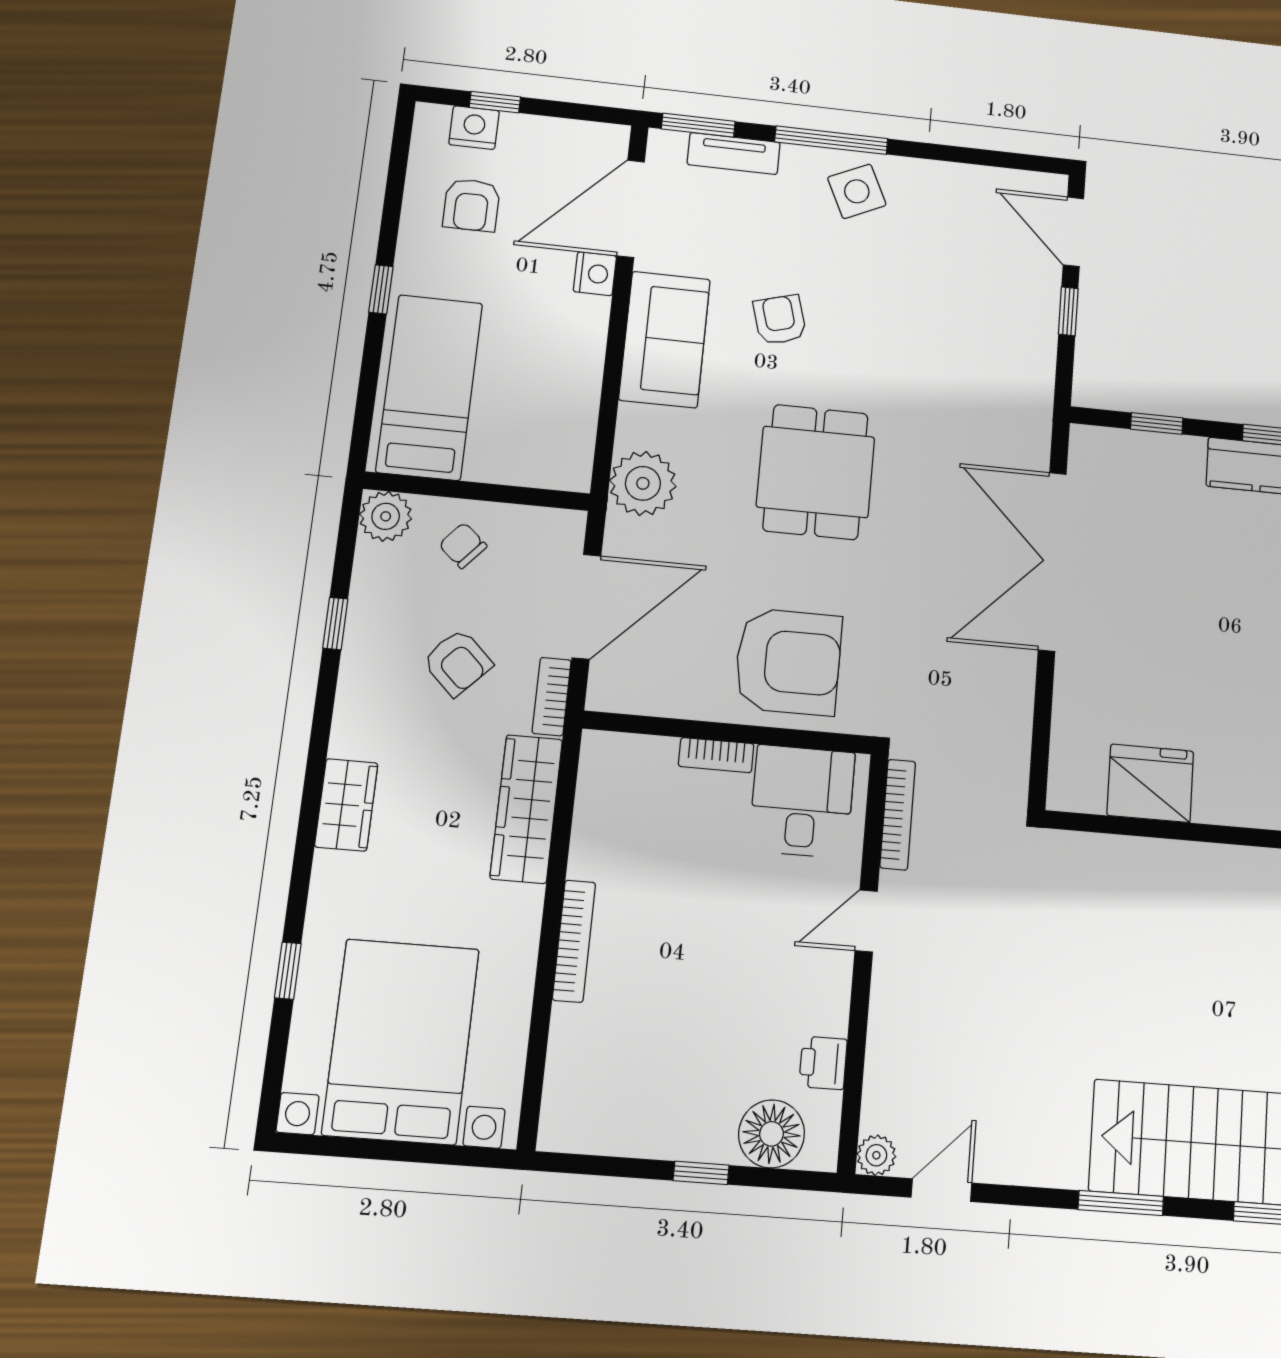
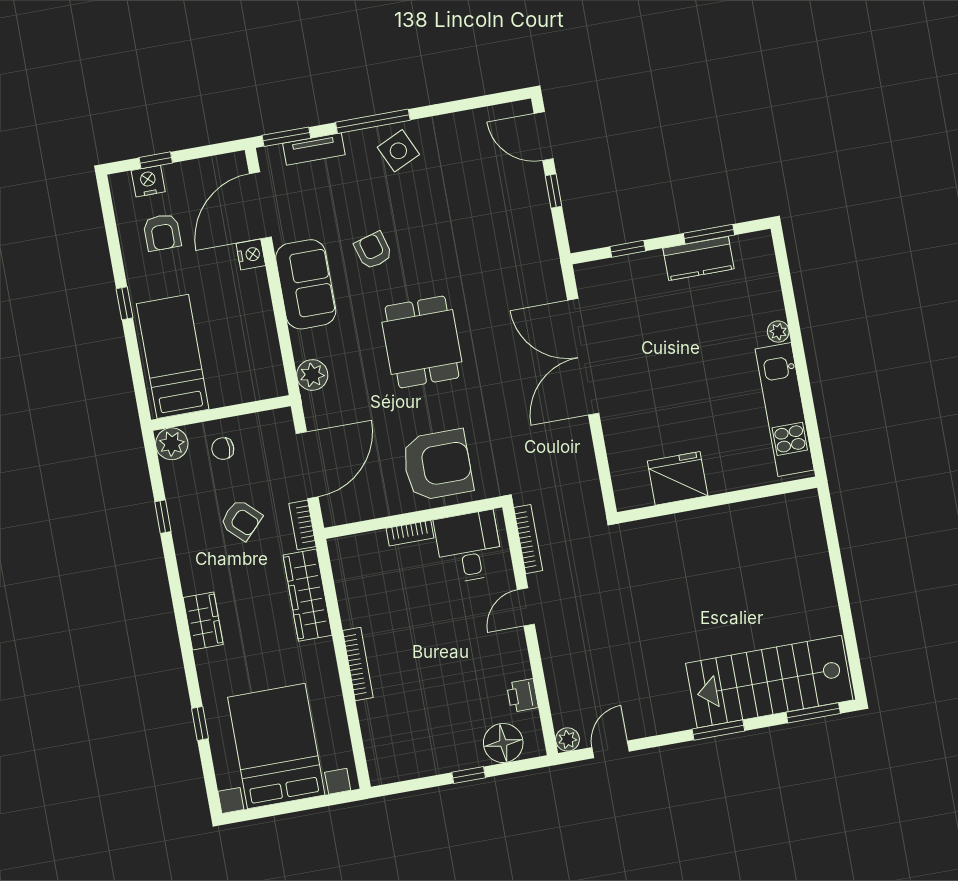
plant: (643, 483) -> (312, 375), width x0.73, depth x0.73
chair: (463, 545) -> (223, 449), turned -41

